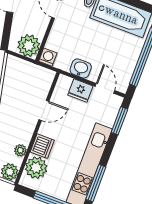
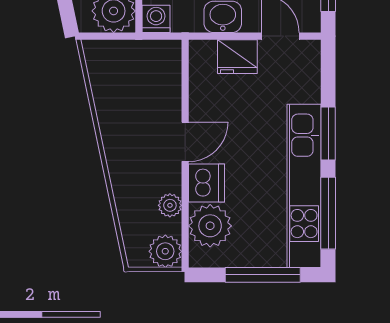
door: (44, 110) -> (185, 142), moved
window: (119, 121) -> (328, 134), moved

